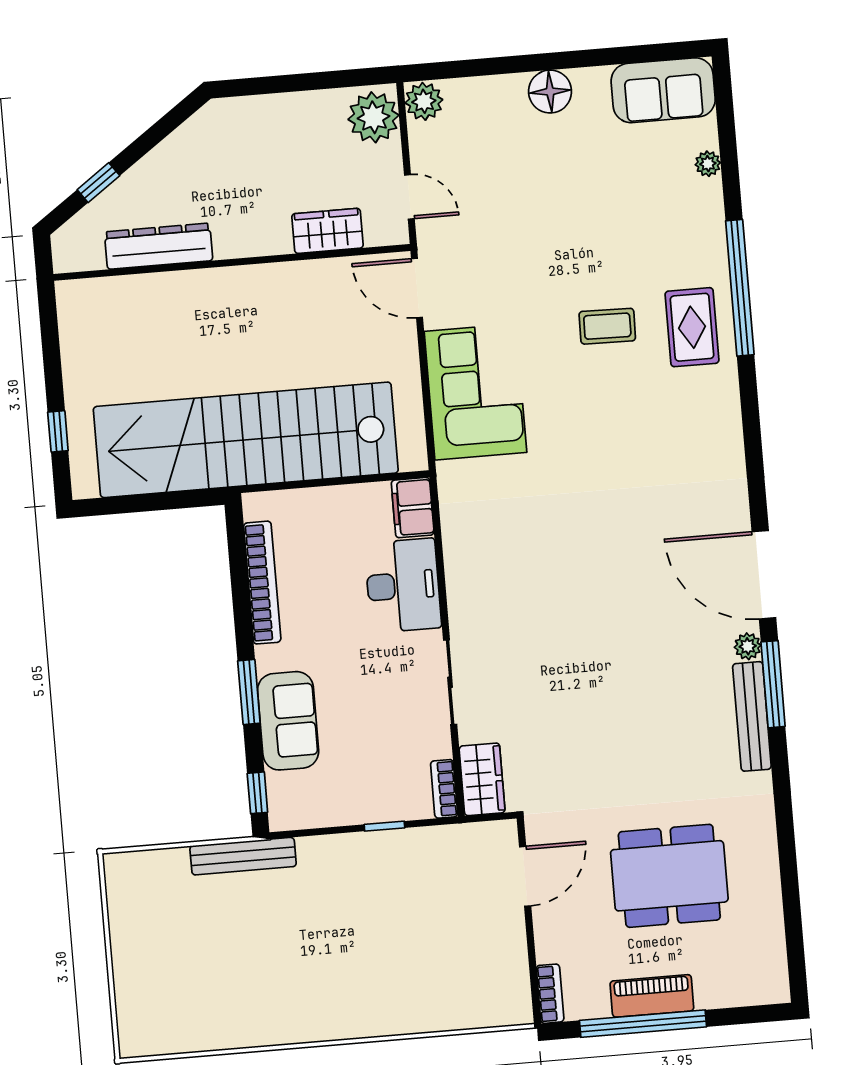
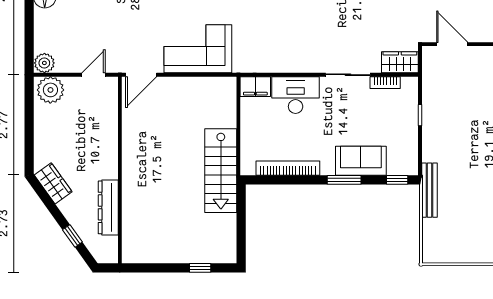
wardrobe: (328, 231) -> (53, 183), moved, turned 144
stairs: (246, 440) -> (221, 171), width x0.54, depth x0.66
bookcase: (444, 789) -> (385, 83), moved

